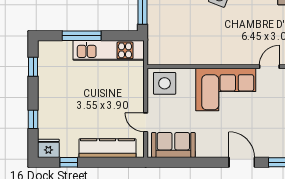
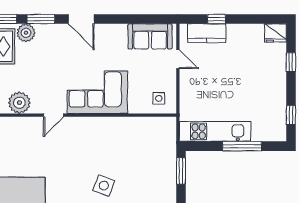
side table: (165, 83) -> (159, 98), width x0.54, depth x0.54
kitchen counter: (108, 148) -> (207, 33), width x0.67
window: (69, 162) -> (217, 19), moved

